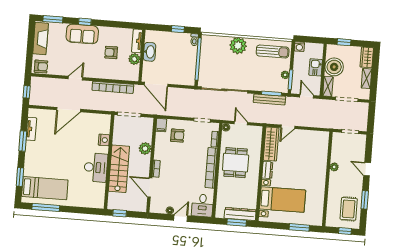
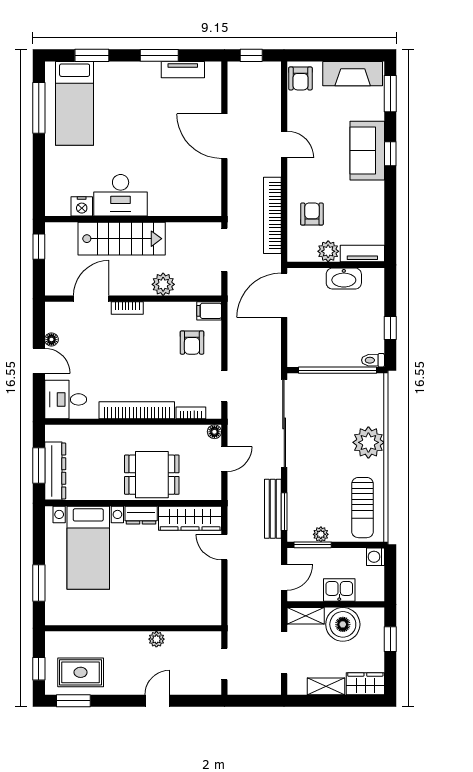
armchair: (111, 52) -> (312, 214), moved
nightstand: (104, 140) -> (82, 206), moved
dining table: (236, 163) -> (152, 475), moved
window: (365, 200) -> (73, 701), moved

